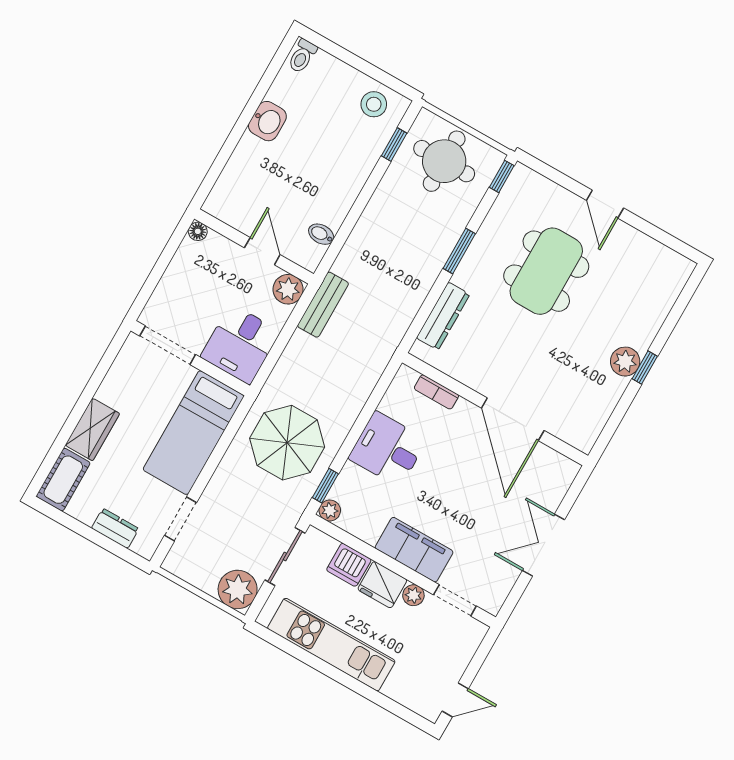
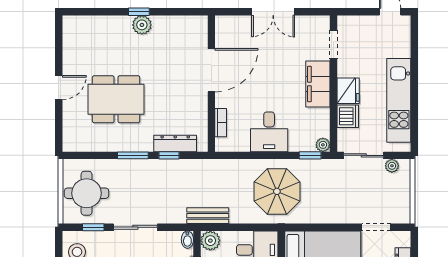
window: (502, 176) -> (169, 155), moved
sliding door: (362, 200) -> (135, 227), added
bidet: (321, 234) -> (187, 240), moved
parasol: (287, 443) -> (277, 191), moved
plant: (238, 589) -> (392, 166), width x0.53, depth x0.53
plant: (413, 595) -> (344, 70), removed

